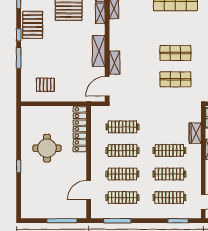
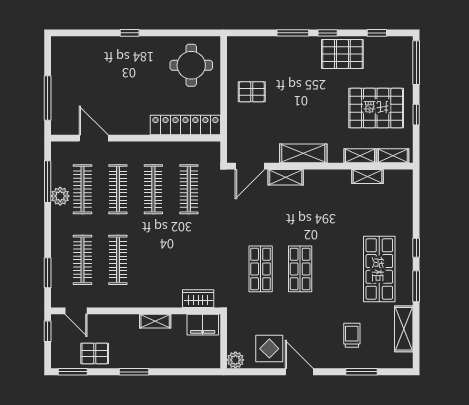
pallet: (45, 85) -> (252, 92), moved, turned 90
door: (107, 86) -> (250, 166), swing flipped
wardrobe: (195, 133) -> (198, 299), moved
round table: (47, 148) -> (191, 65), moved
clothes rail: (169, 150) -> (153, 260), removed
plant: (127, 212) -> (60, 196), added

